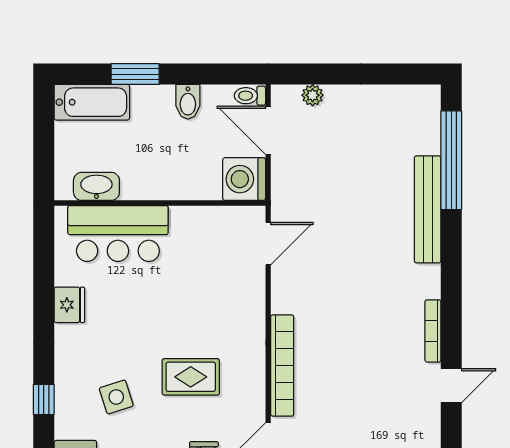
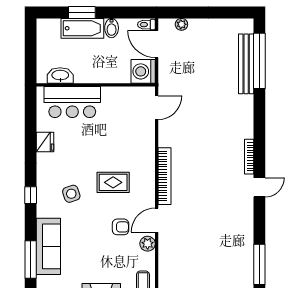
bathtub: (92, 102) -> (82, 28), moved
bench: (428, 209) -> (246, 64), moved

